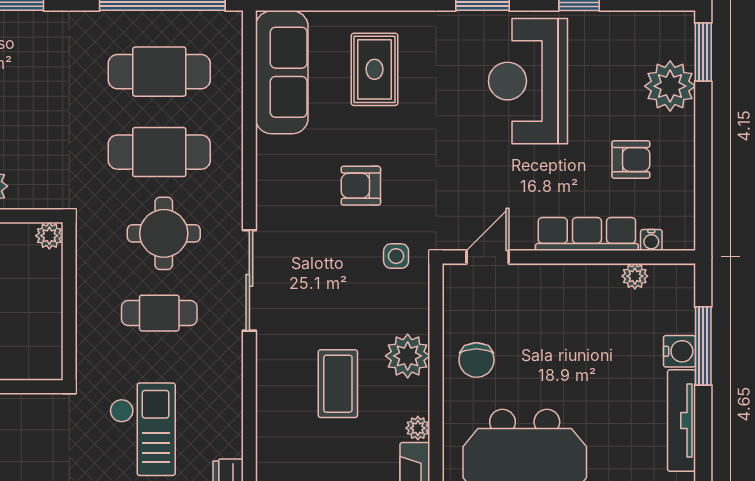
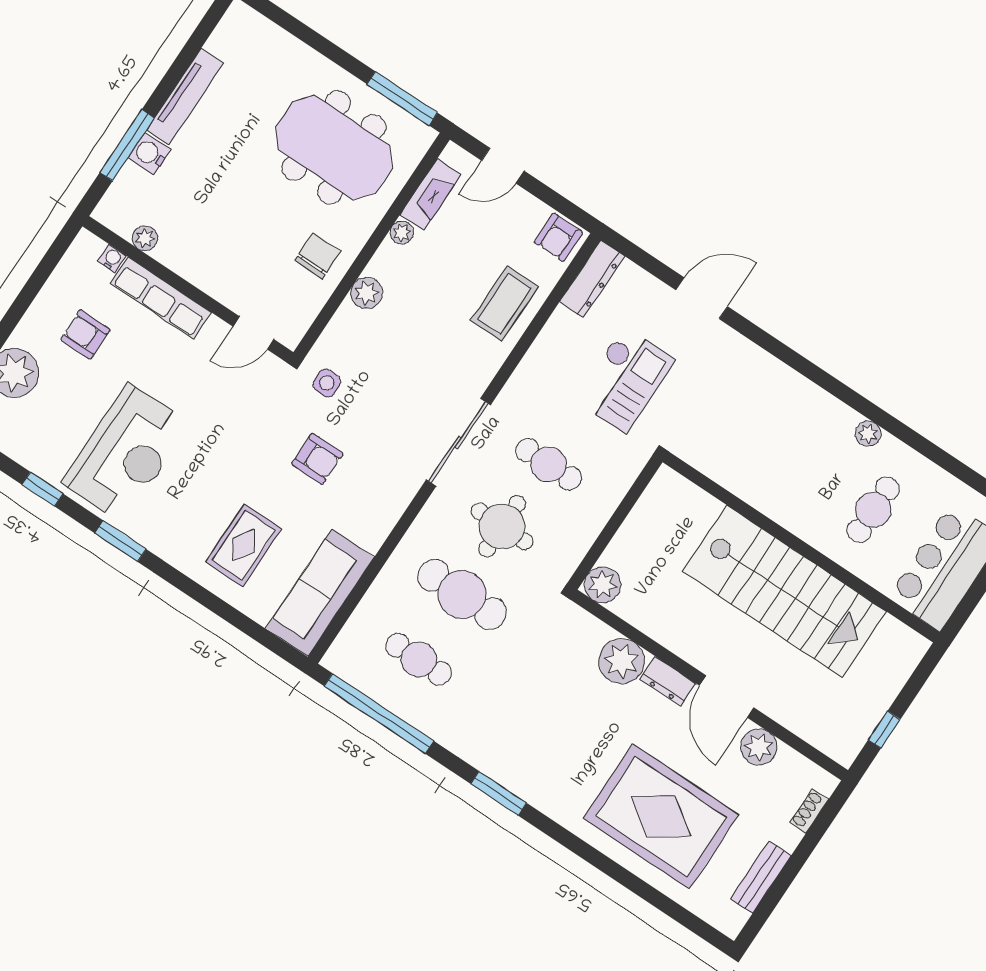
cafe table: (159, 72) -> (419, 659), width x0.73, depth x0.74
plant: (49, 236) -> (603, 585), width x1.38, depth x1.38
plant: (408, 356) -> (367, 293), width x0.73, depth x0.73
coffee table: (338, 384) -> (504, 304), moved
checkout: (142, 429) -> (625, 380), turned 180

